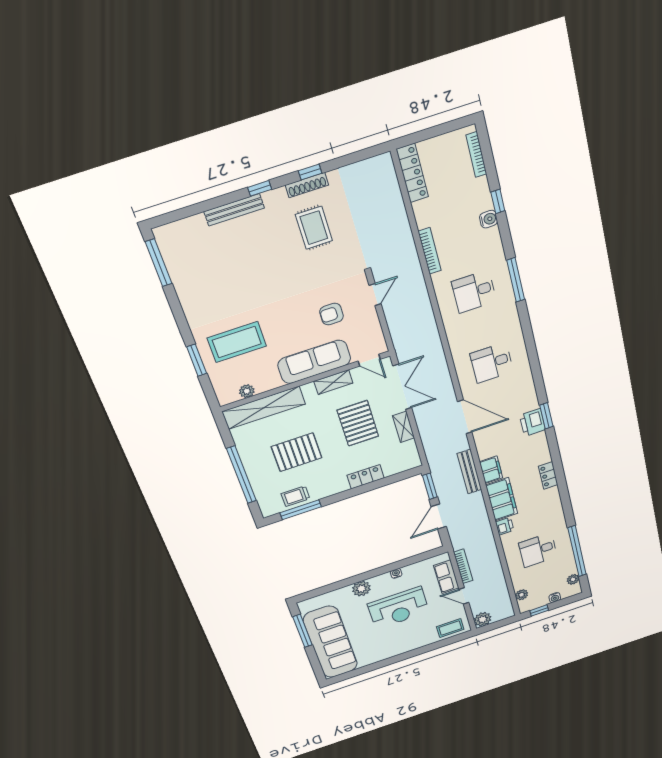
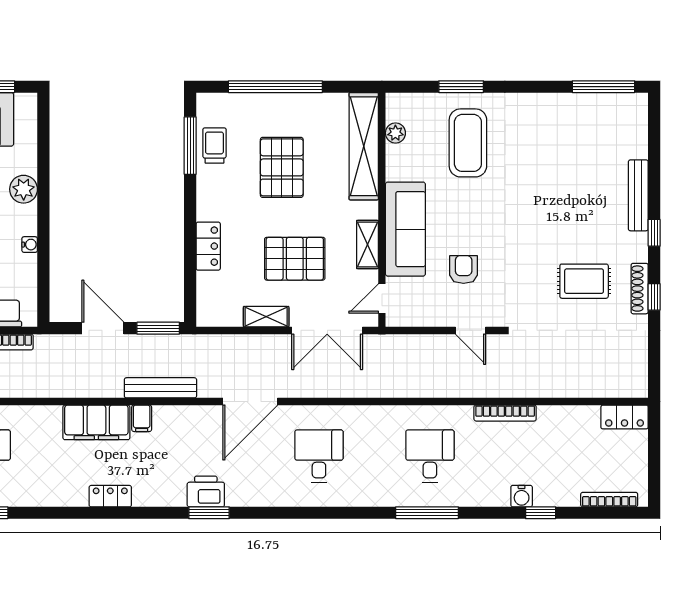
locker: (412, 173) -> (625, 417), width x0.66
filing cabinet: (491, 470) -> (142, 418), width x0.50
printer: (505, 526) -> (48, 417), removed

